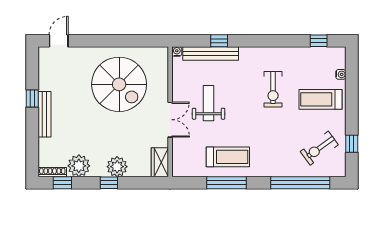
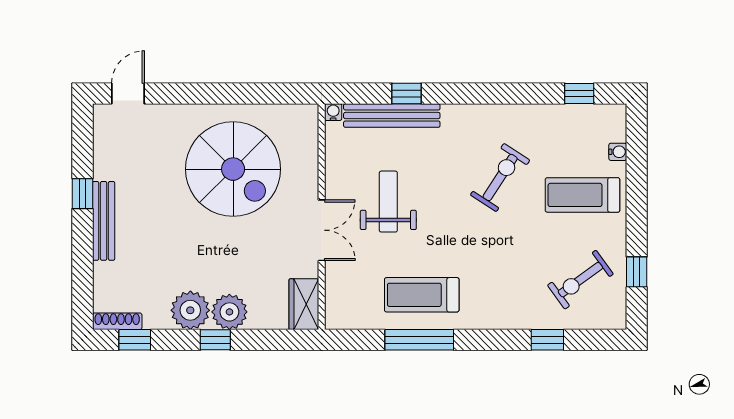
exercise bike: (273, 89) -> (500, 177), turned -147
treadmill: (228, 157) -> (422, 295), turned 180
plant: (79, 166) -> (190, 310), moved
window: (300, 183) -> (547, 340), width x0.32

